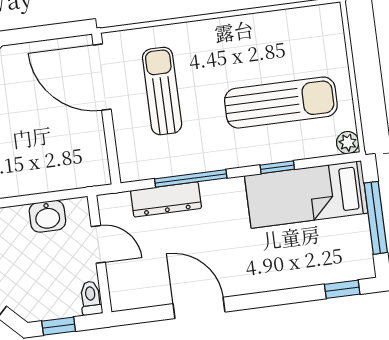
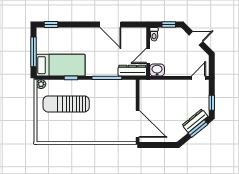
sun lounger: (162, 91) -> (114, 115), removed
dresser: (166, 199) -> (132, 71), moved
washbasin: (47, 216) -> (157, 70), moved
door: (98, 244) -> (148, 56), hinge flipped

